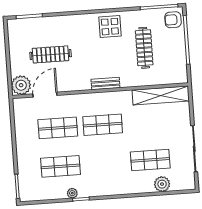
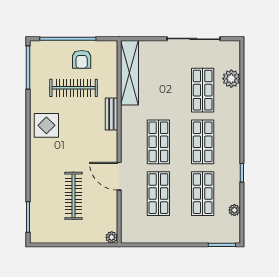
armchair: (173, 20) -> (82, 59), moved
bench: (105, 84) -> (111, 114), moved
plant: (21, 85) -> (112, 237), width x0.53, depth x0.53
door: (45, 95) -> (119, 176), moved
shop shelf: (105, 163) -> (203, 142), added
plant: (72, 193) -> (234, 210), moved

